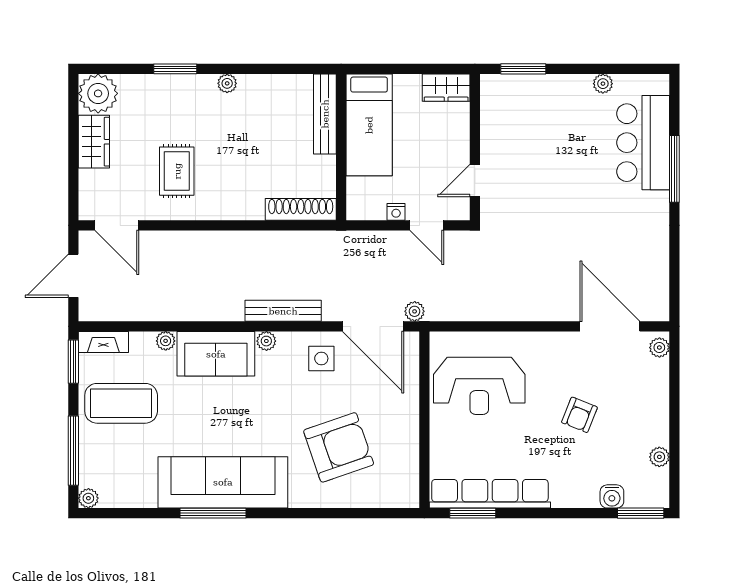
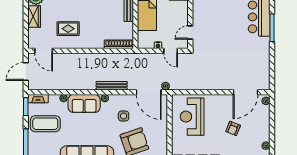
rug: (177, 171) -> (68, 29), turned 90
door: (610, 326) -> (246, 92), swing flipped
side table: (321, 358) -> (124, 116), moved
reception desk: (479, 386) -> (192, 117), turned 90

